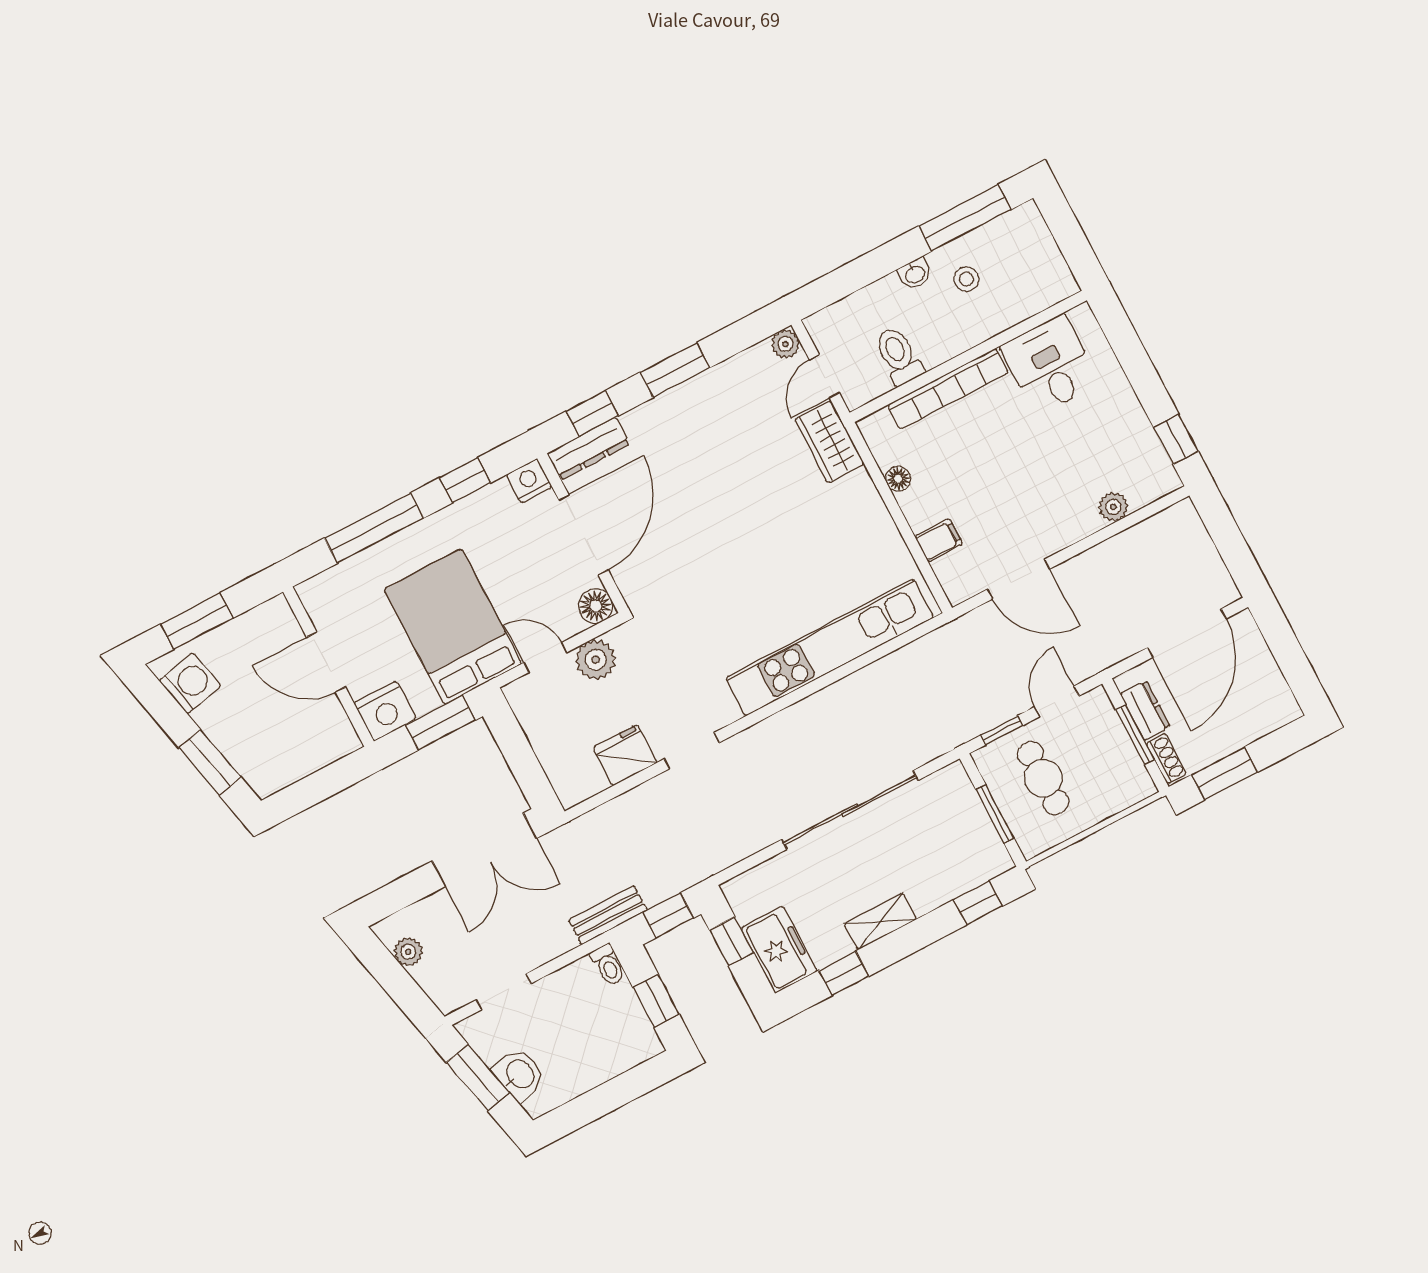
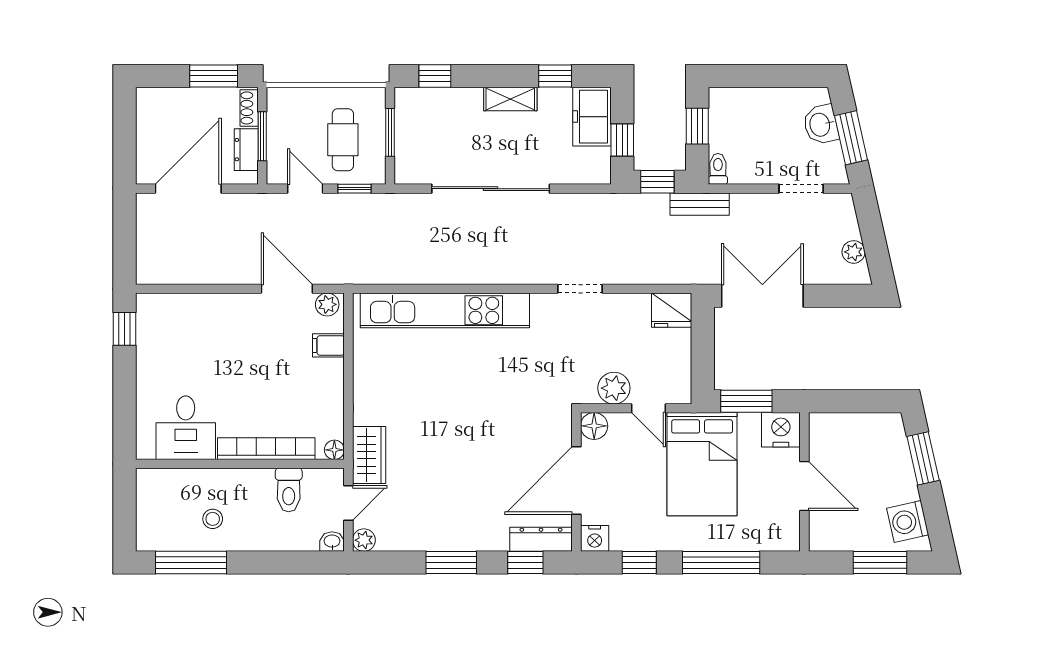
washbasin: (915, 274) -> (332, 542), moved
floor lamp: (898, 479) -> (334, 450), moved
plant: (1113, 507) -> (327, 304), moved
door: (1057, 701) -> (305, 189), swing flipped
fridge: (625, 755) -> (672, 310), moved

